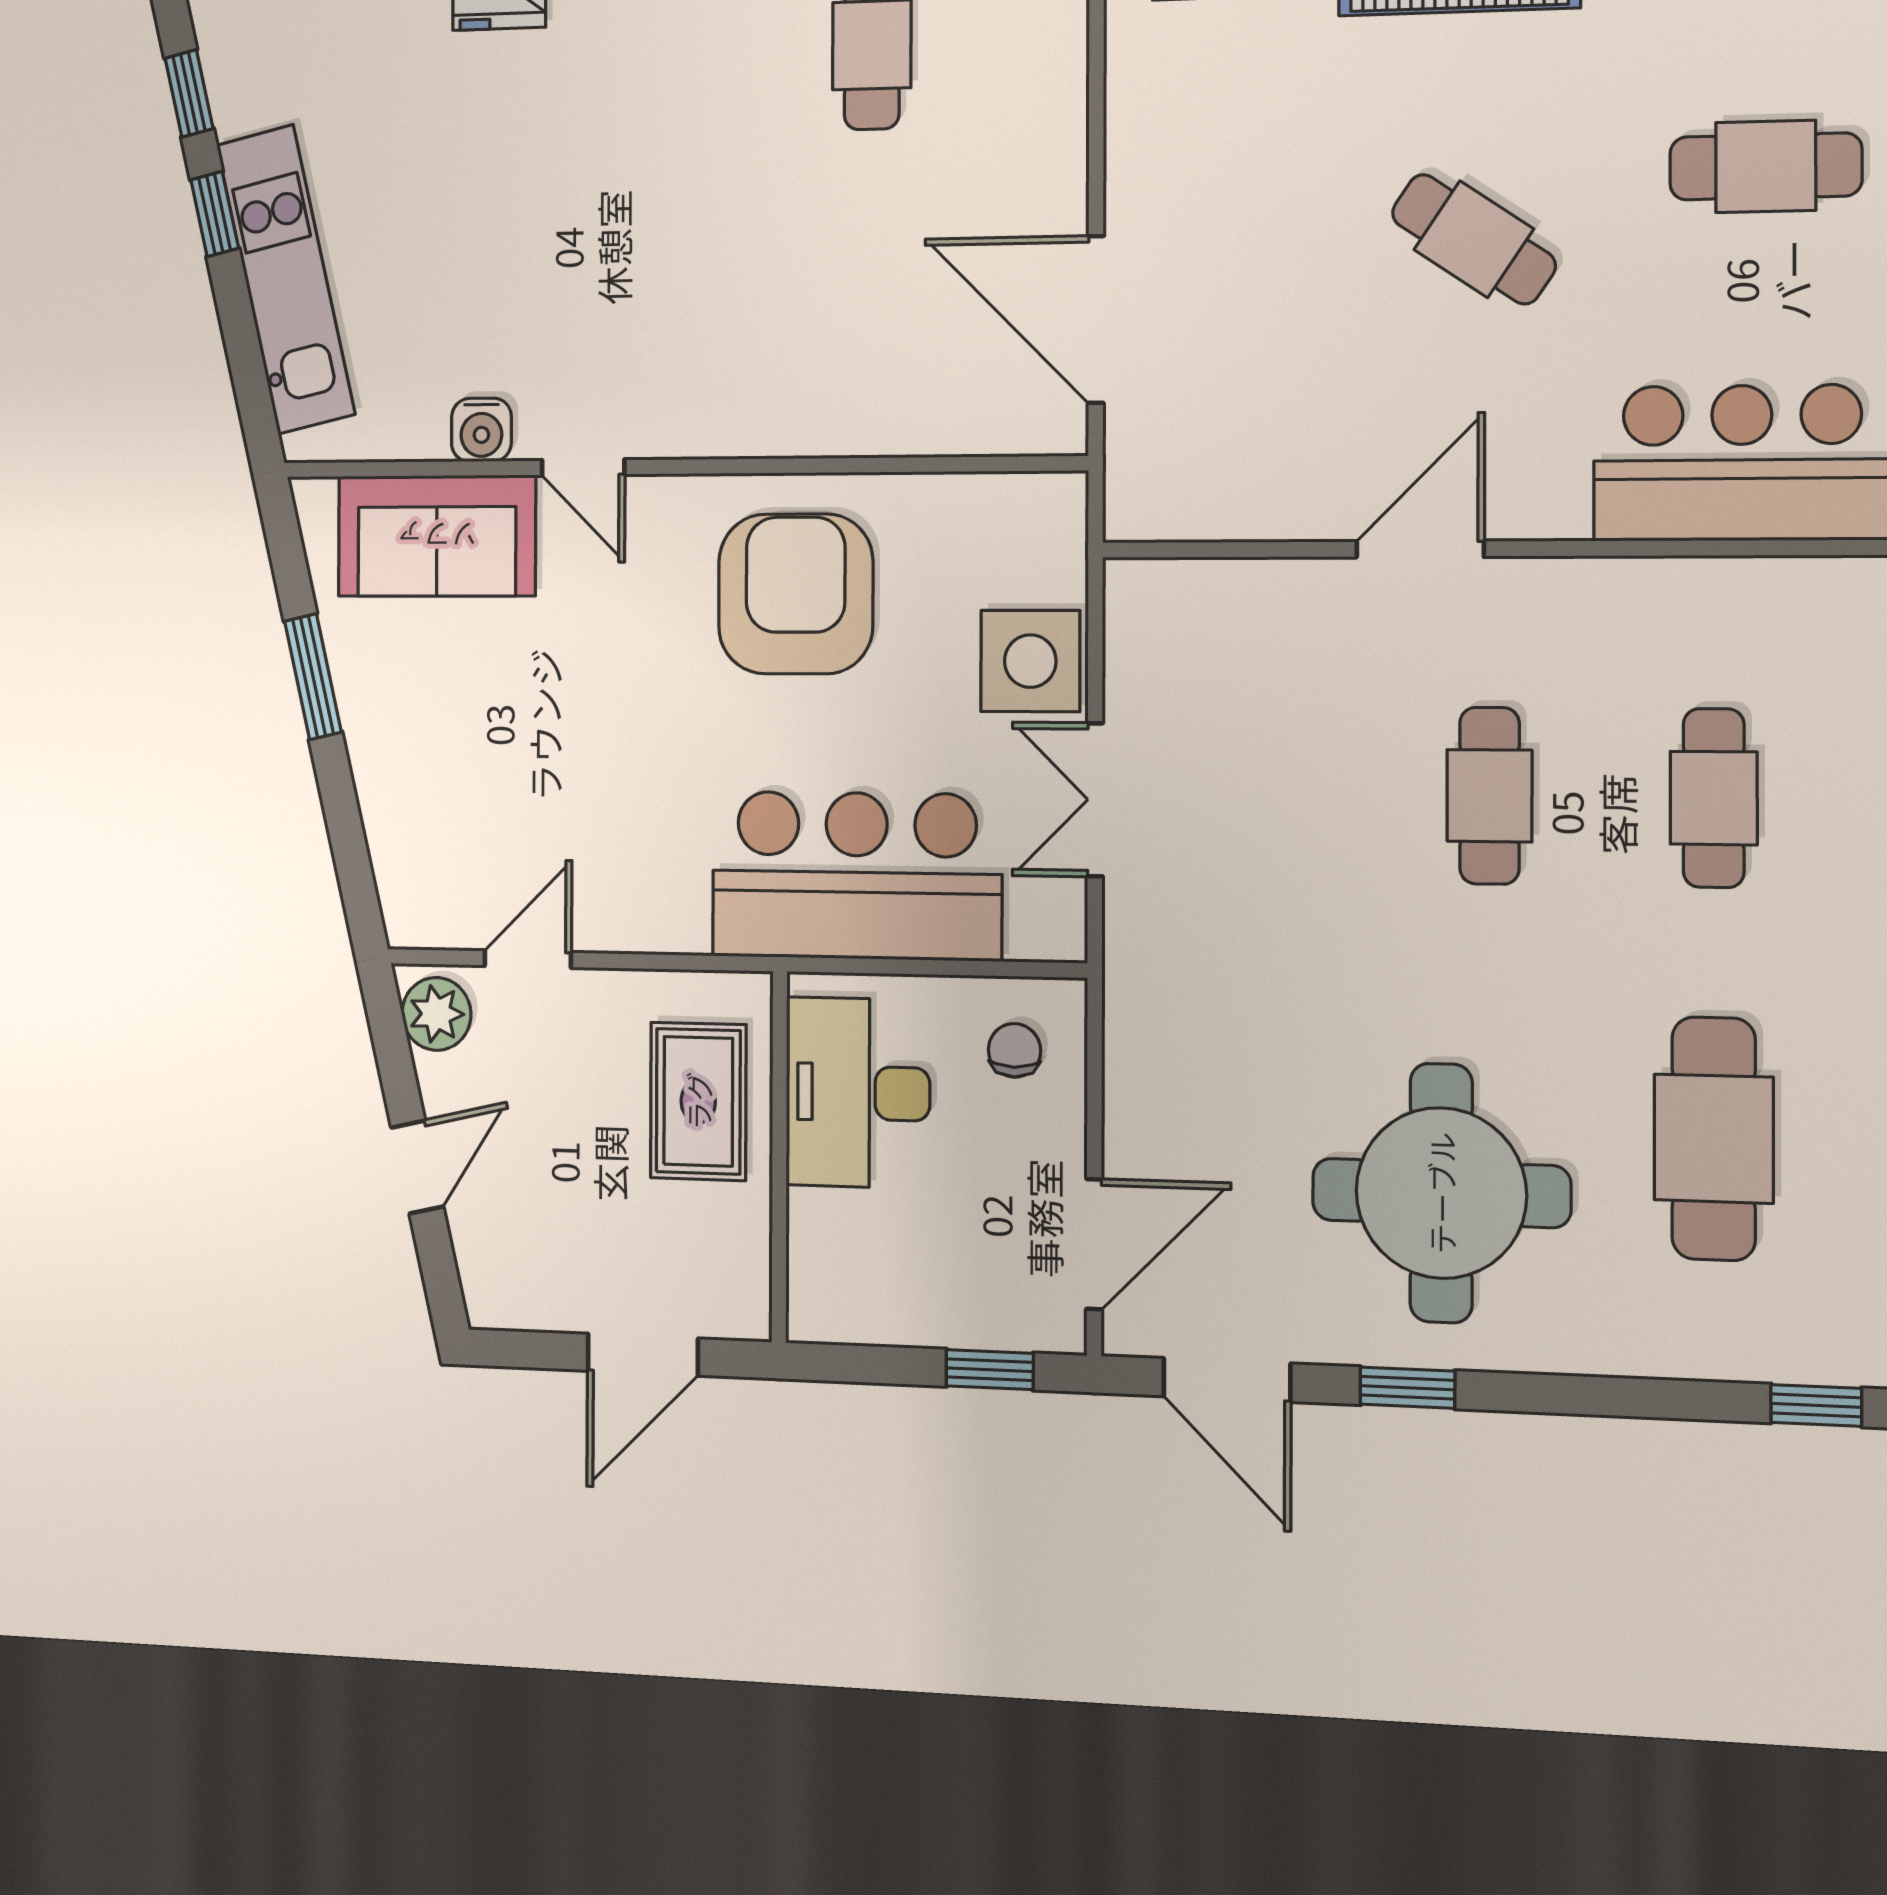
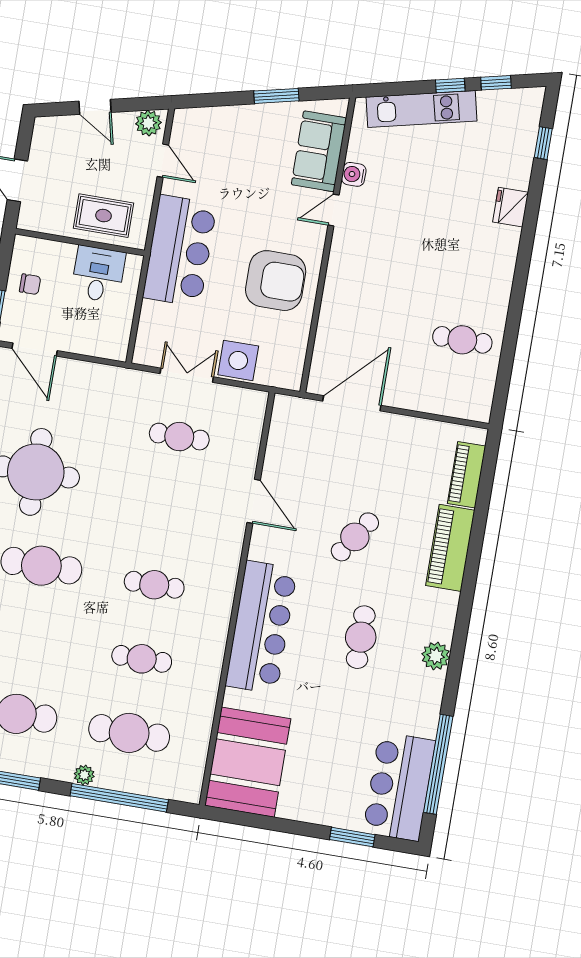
cafe table: (1490, 796) -> (179, 437), moved
bar counter: (856, 876) -> (180, 251), moved
chair: (1015, 1050) -> (30, 284), moved
desk: (858, 1093) -> (98, 274), width x0.73

